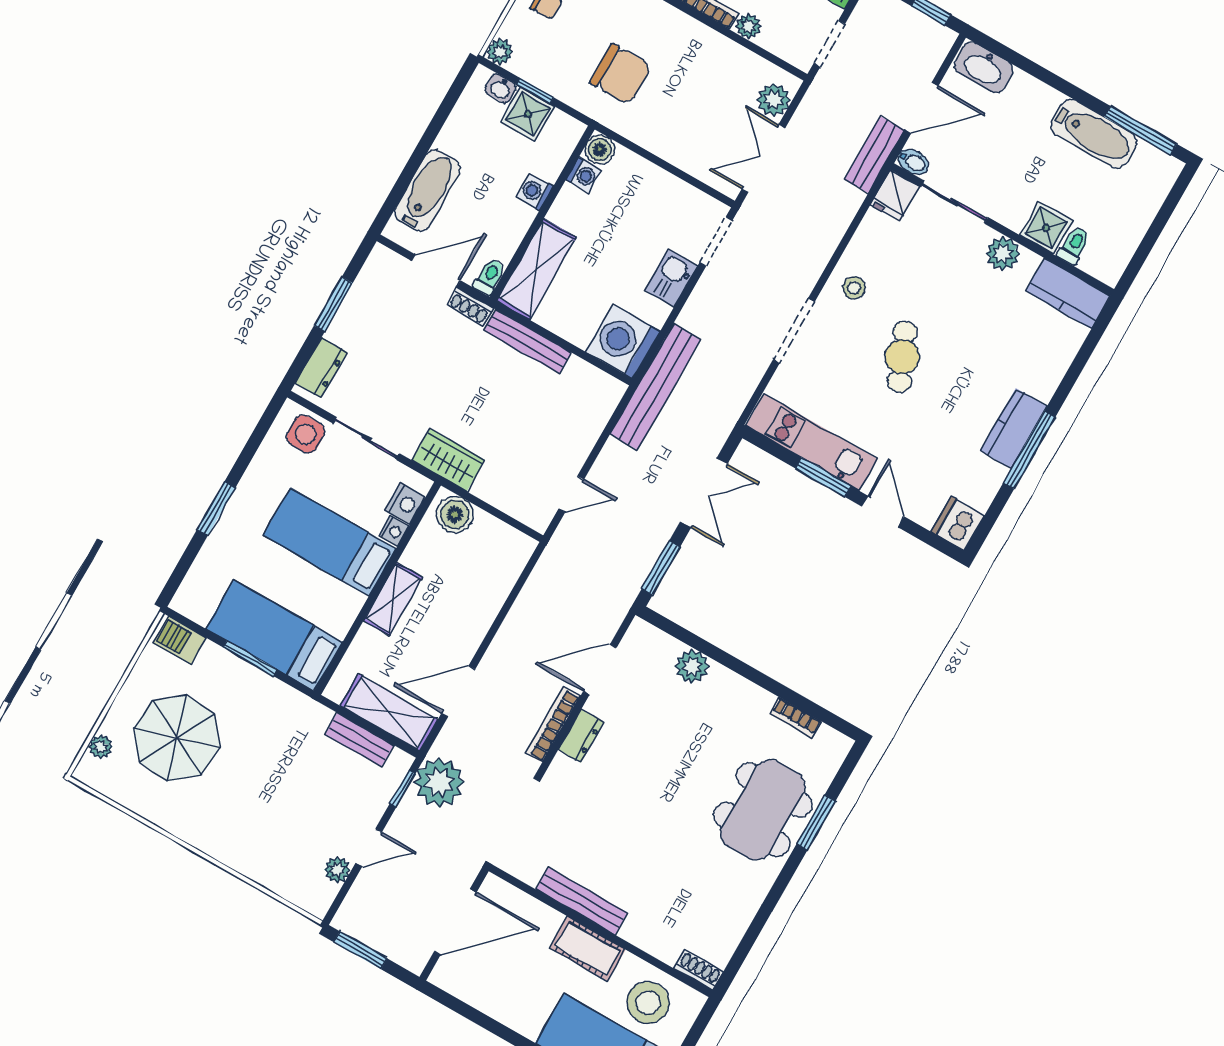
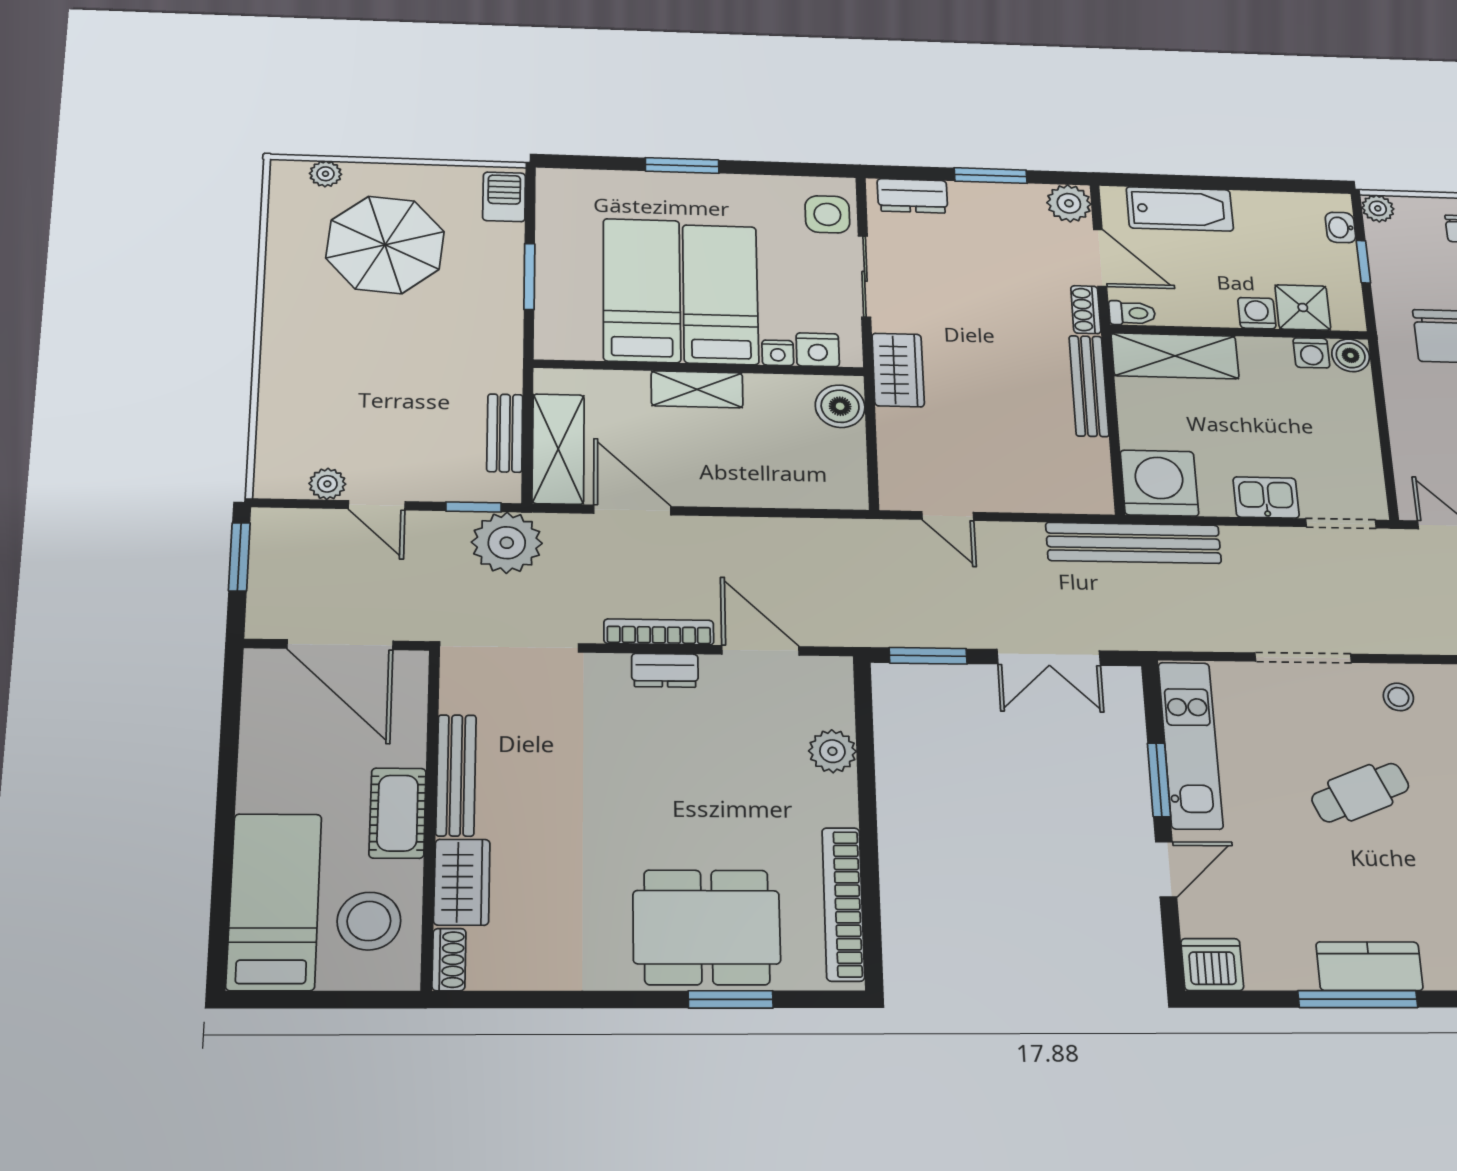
shower: (528, 114) -> (1303, 307), moved
plant: (383, 264) -> (1069, 203), added
bed: (274, 635) -> (642, 290), moved
bookcase: (796, 718) -> (843, 904), width x2.31, depth x1.31
wardrobe: (653, 936) -> (462, 882), added

